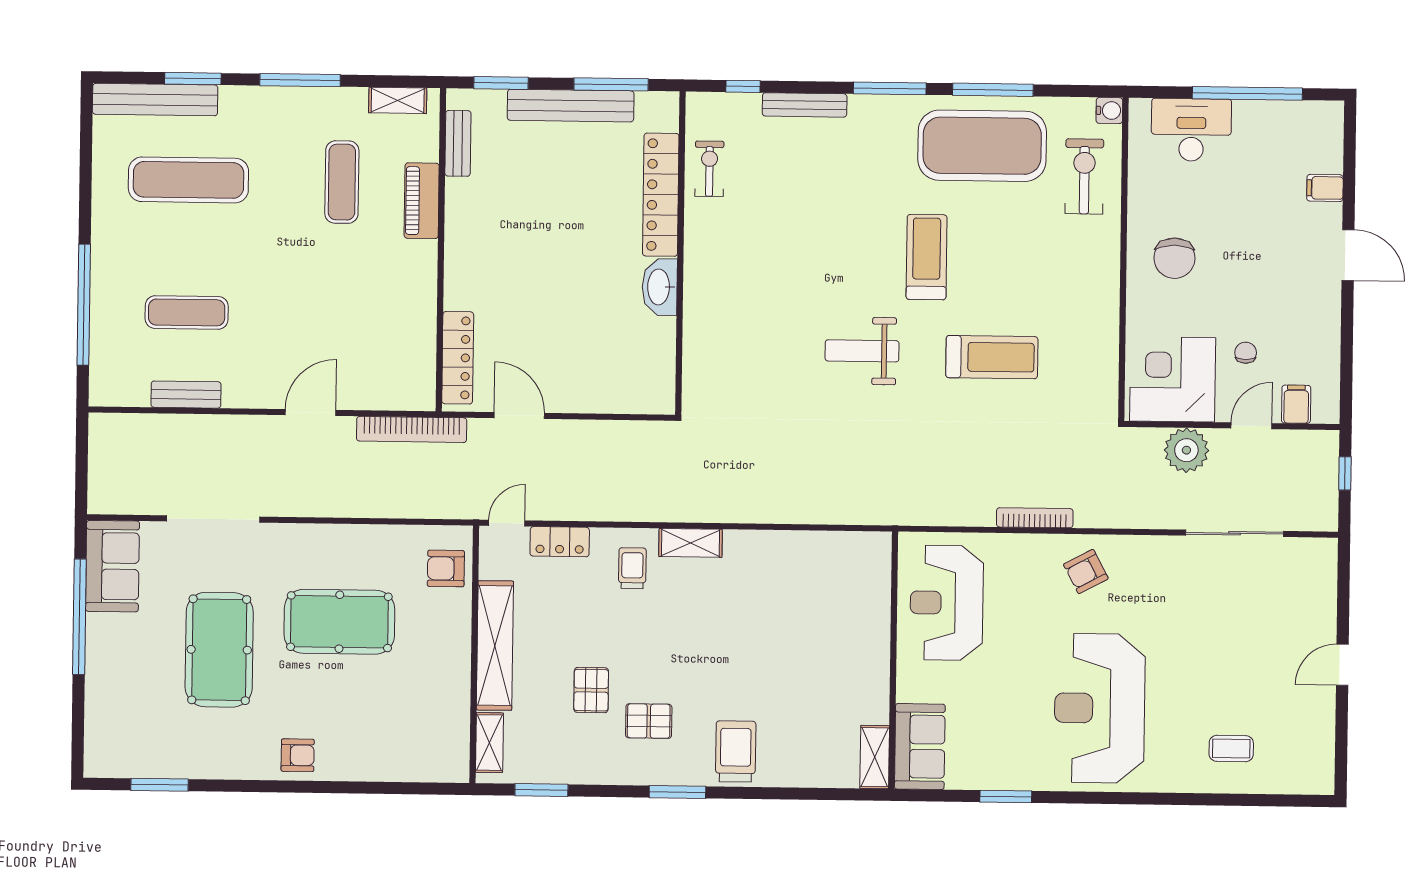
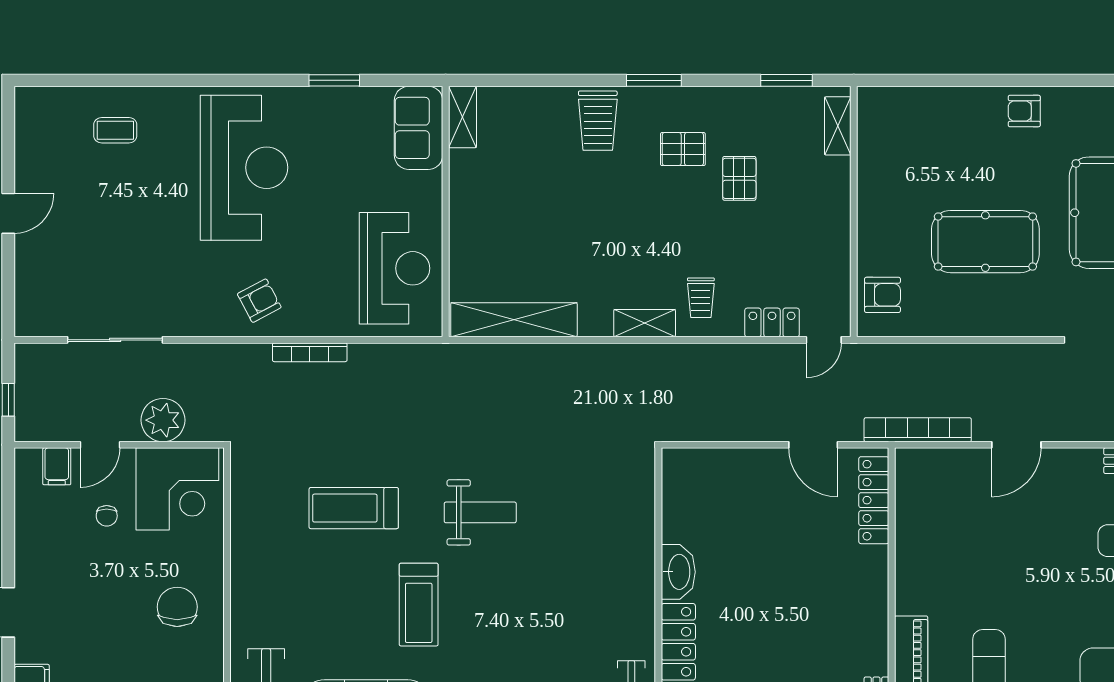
shelving: (495, 646) -> (514, 320), moved, turned 90

